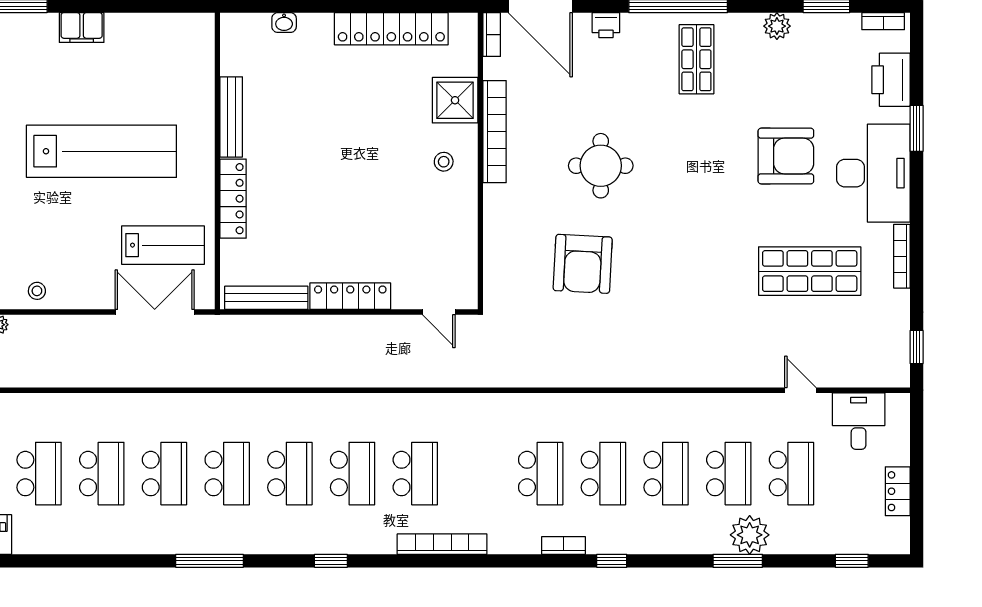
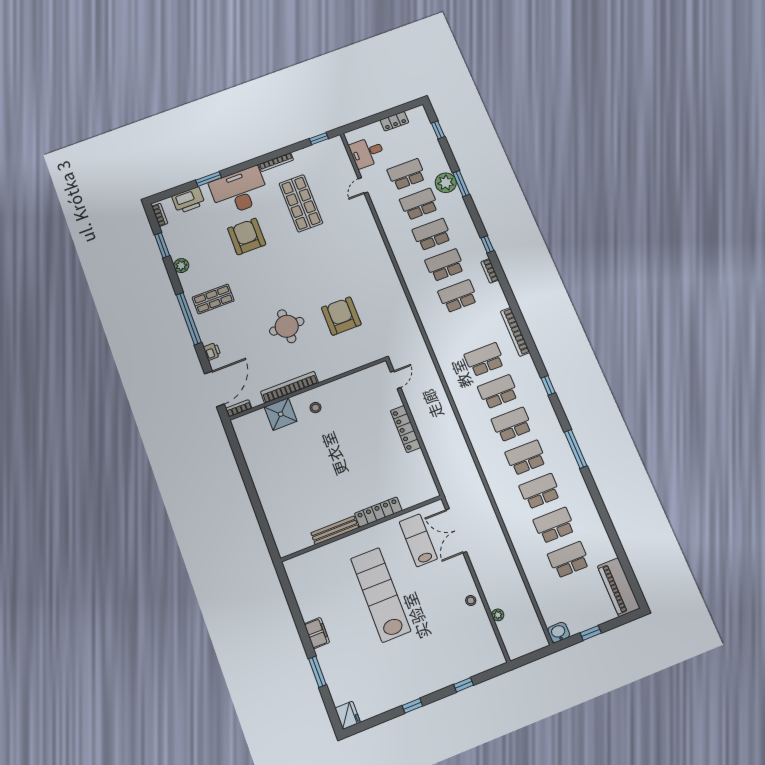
washbasin: (284, 23) -> (273, 521), removed
locker: (391, 29) -> (255, 462), removed
armchair: (583, 264) -> (341, 316), turned -93
bench: (266, 298) -> (424, 473), removed

